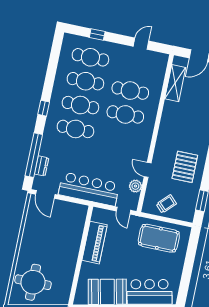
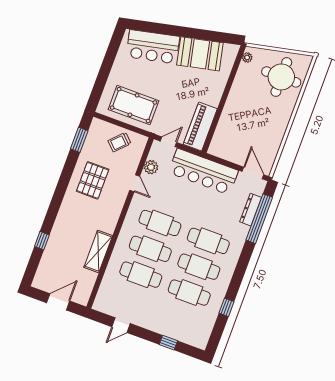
cafe table: (90, 57) -> (160, 223), moved
shelving: (175, 83) -> (98, 252), moved
window: (44, 108) -> (226, 307), moved
dresser: (42, 166) -> (251, 210), width x1.44
door: (123, 211) -> (168, 142), hinge flipped
piano: (95, 243) -> (200, 127), moved
plant: (65, 295) -> (247, 58), added

